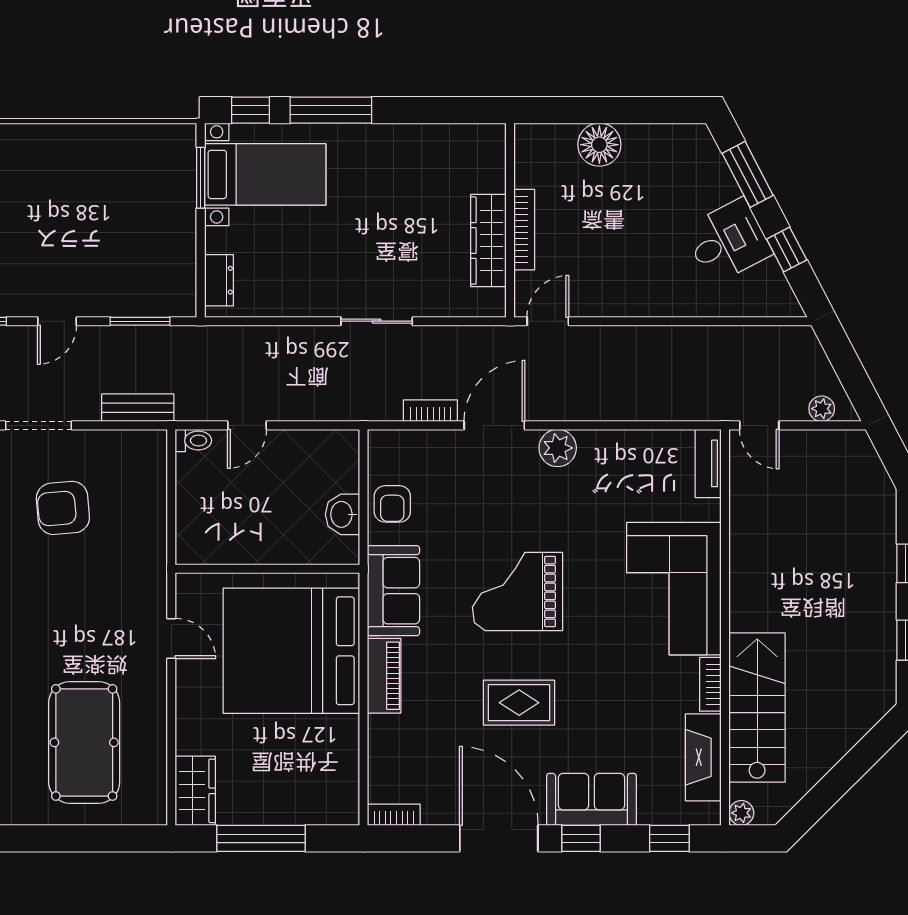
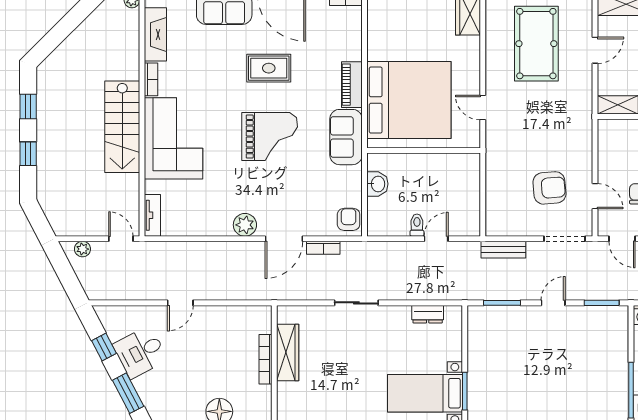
dresser: (219, 280) -> (428, 314), moved, turned -90
door: (548, 321) -> (180, 303), moved
toilet: (193, 440) -> (417, 225), moved, turned 90
armchair: (392, 504) -> (349, 219), moved
stairs: (757, 708) -> (122, 127), moved

